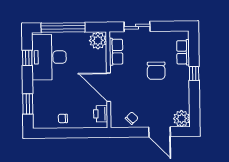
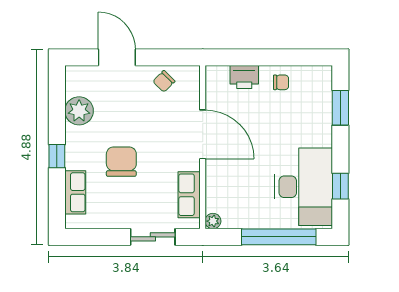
plant: (98, 40) -> (213, 221), width x0.53, depth x0.53
printer: (101, 114) -> (244, 77), moved, turned 90
plant: (182, 119) -> (79, 111), moved

